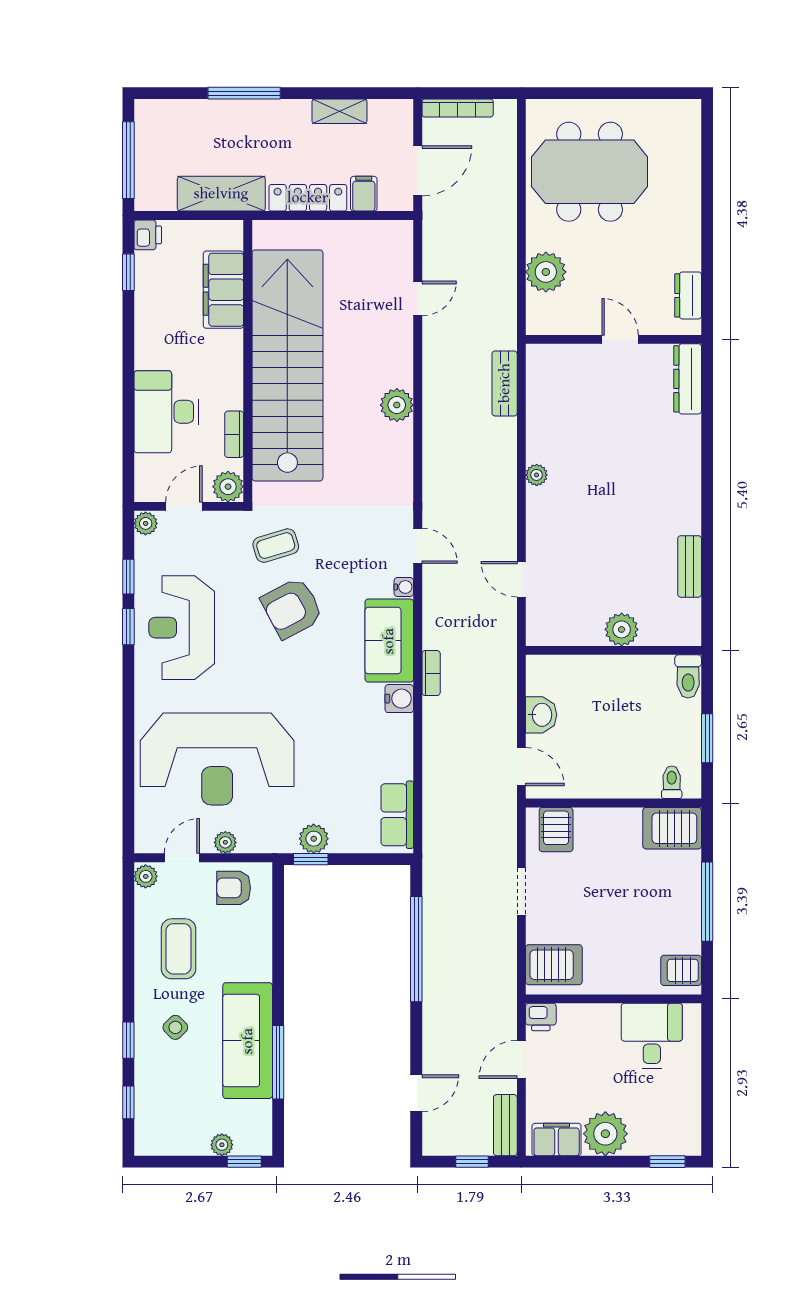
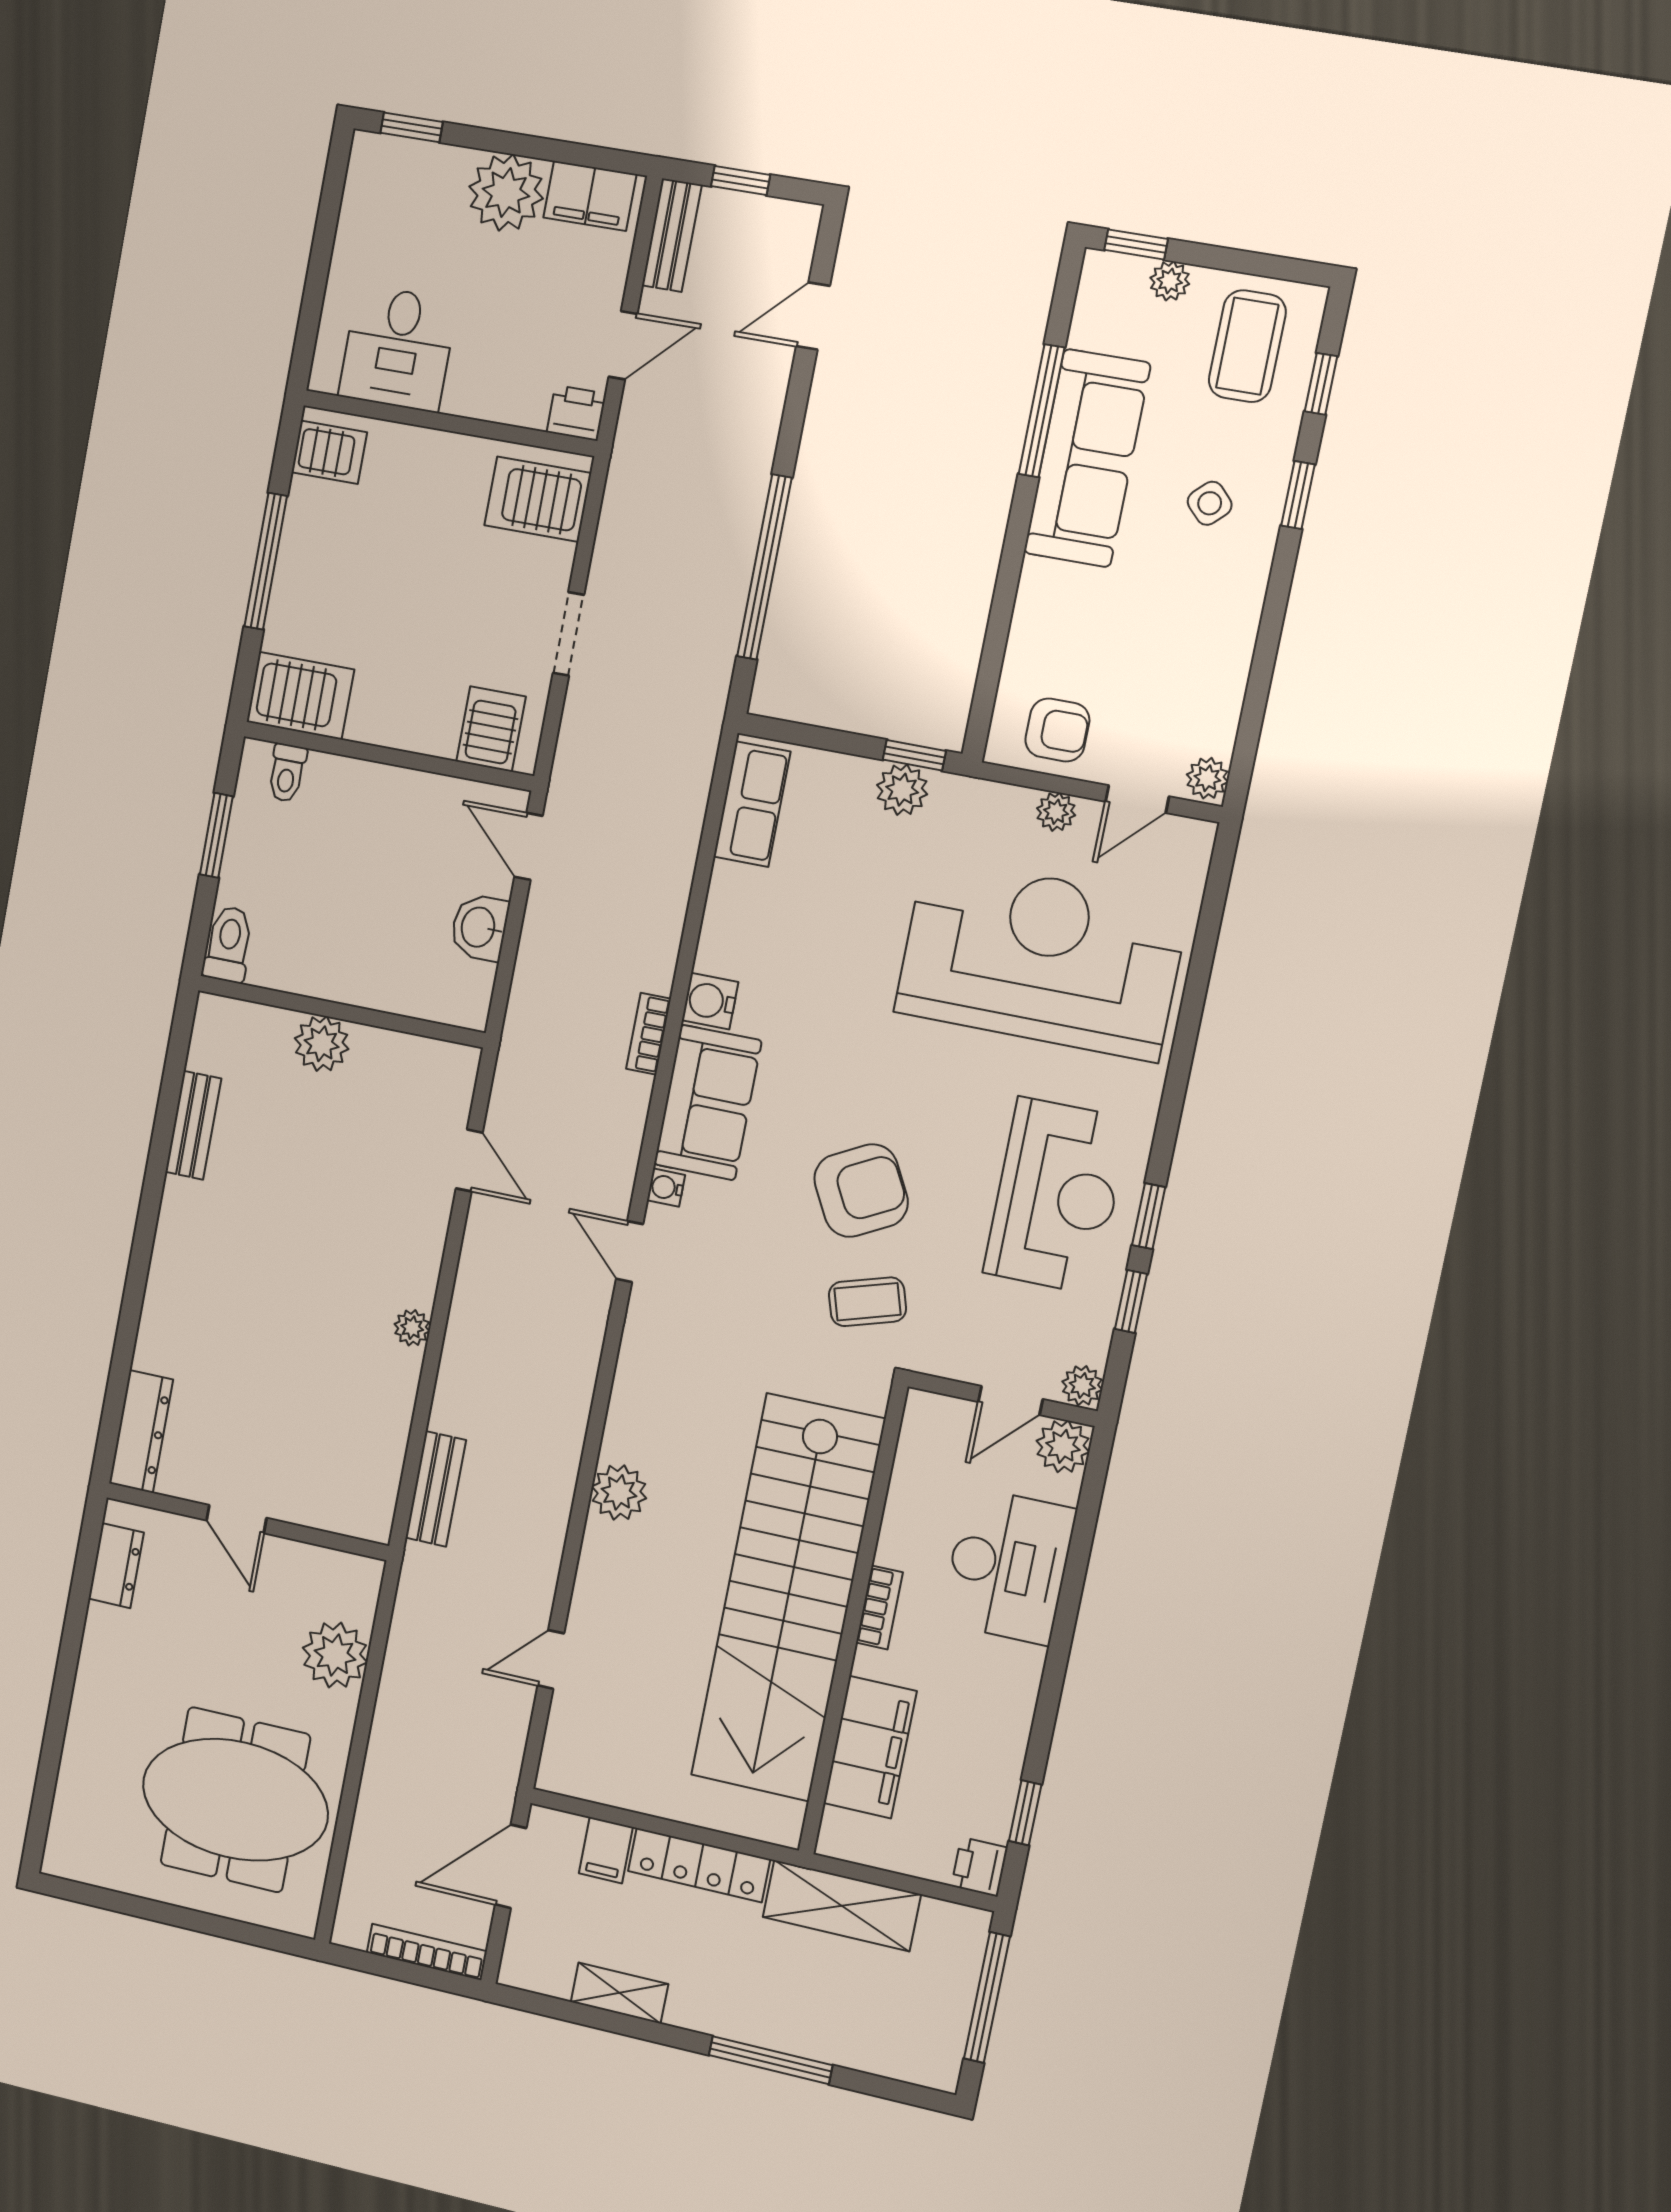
bookcase: (234, 434) -> (879, 1607), moved
plant: (228, 487) -> (1063, 1446), moved
coffee table: (178, 949) -> (1247, 346), moved

